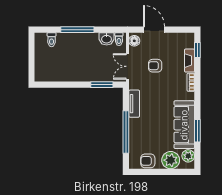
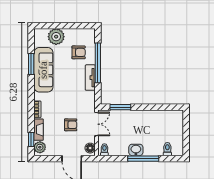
washbasin: (107, 39) -> (136, 150), moved
tv unit: (134, 104) -> (90, 78), moved
plant: (188, 156) -> (40, 147), moved
armchair: (148, 161) -> (79, 52), moved

